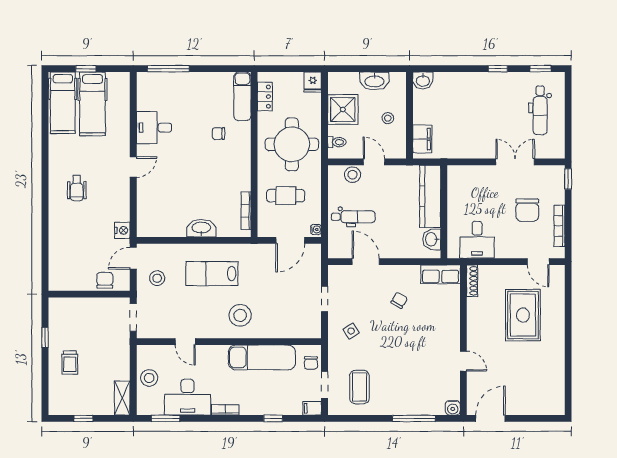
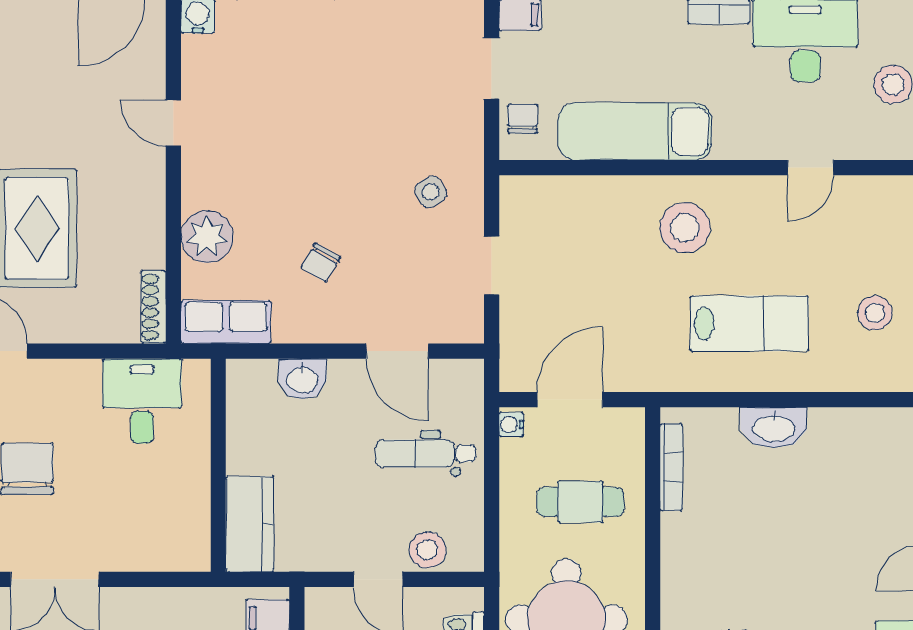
kitchen counter: (430, 196) -> (250, 524), width x0.67
washbasin: (432, 239) -> (302, 379), moved, turned 90
plant: (449, 311) -> (207, 237), added
door: (185, 342) -> (811, 168), swing flipped
coffee table: (359, 387) -> (411, 63), removed

